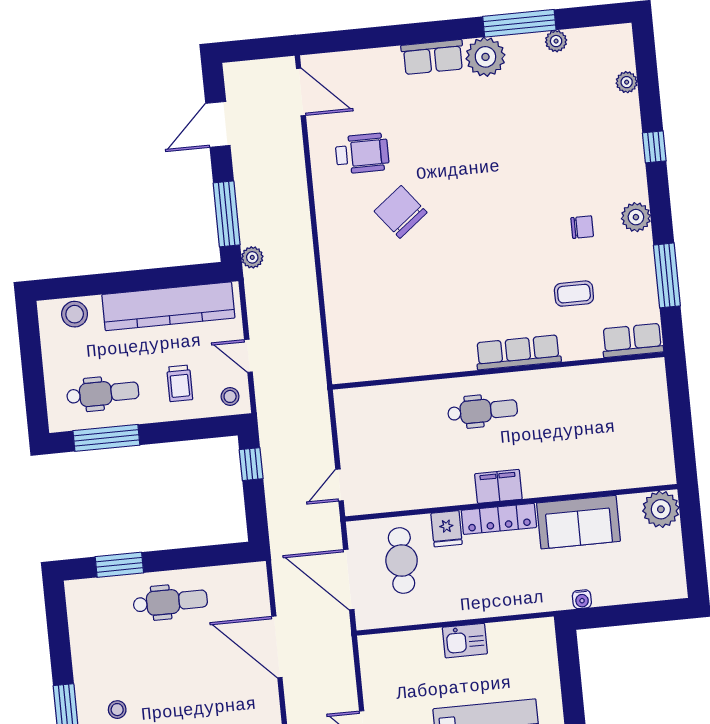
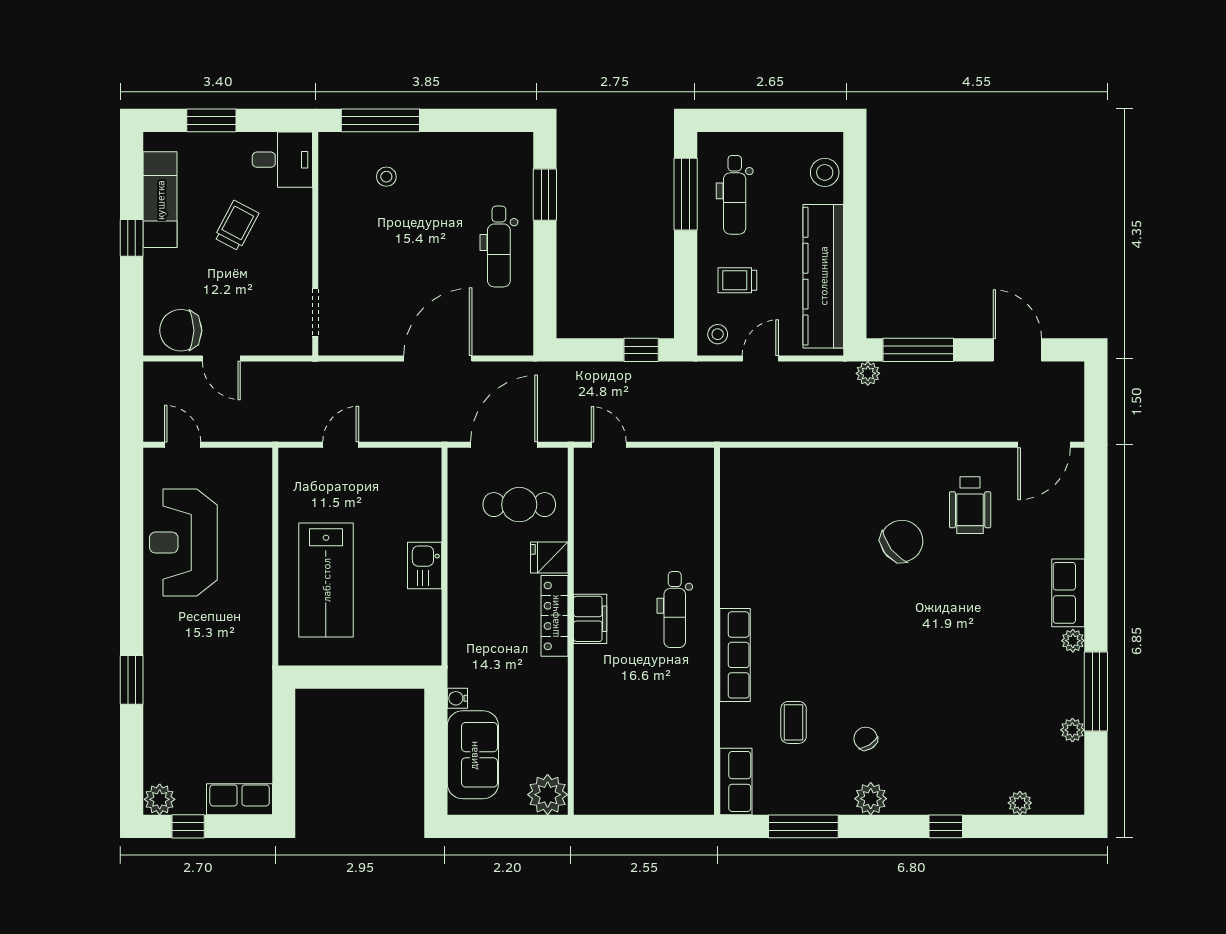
plant: (485, 57) -> (1073, 641), width x0.53, depth x0.53
chair: (582, 227) -> (866, 739), turned 148
sofa: (578, 522) -> (473, 755), moved, turned 180

